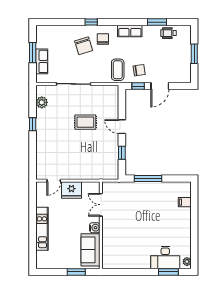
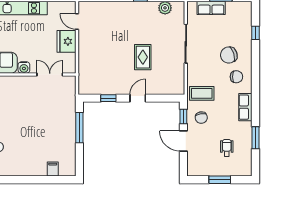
window: (91, 22) -> (255, 33), moved
wheelchair: (169, 33) -> (227, 148), moved

